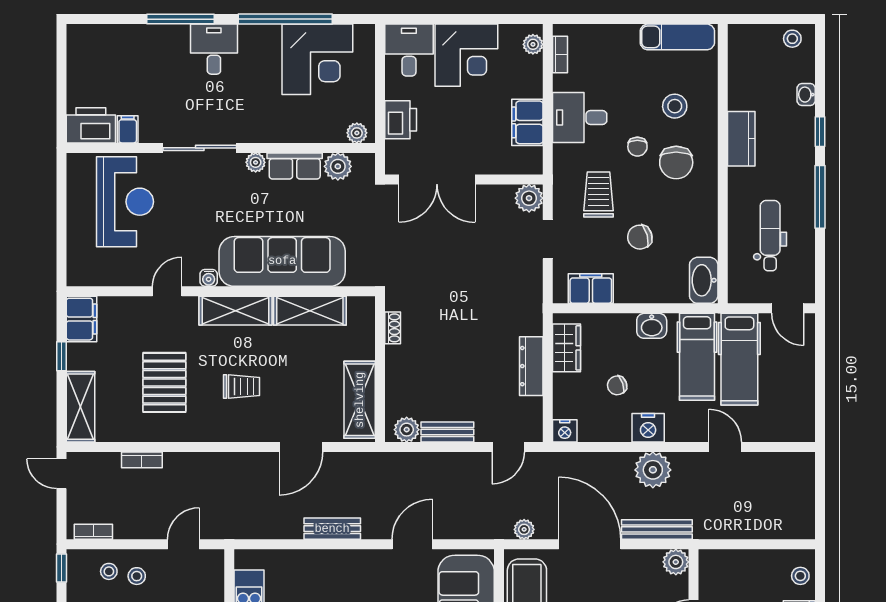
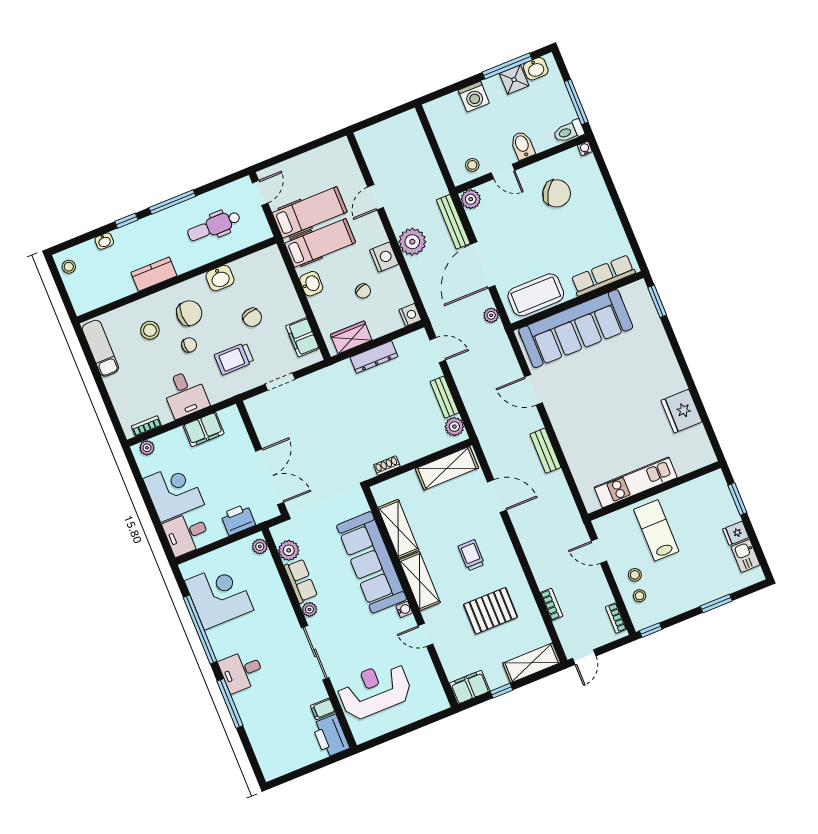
plant: (529, 198) -> (256, 407), removed
washbasin: (704, 280) -> (220, 278), moved, width x0.72
stool: (800, 576) -> (472, 165), moved

